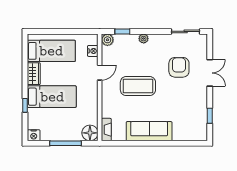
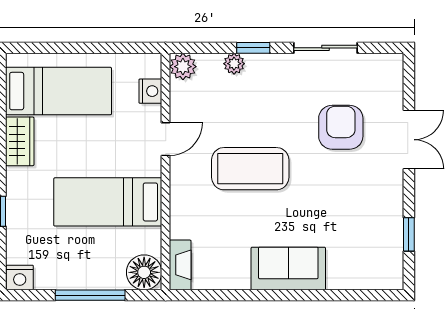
window: (122, 31) -> (253, 48), moved
sliding door: (186, 31) -> (326, 48), moved
plant: (144, 39) -> (234, 64), moved
bed: (52, 97) -> (108, 202), moved, turned 180
sofa: (149, 131) -> (288, 269), width x0.73

